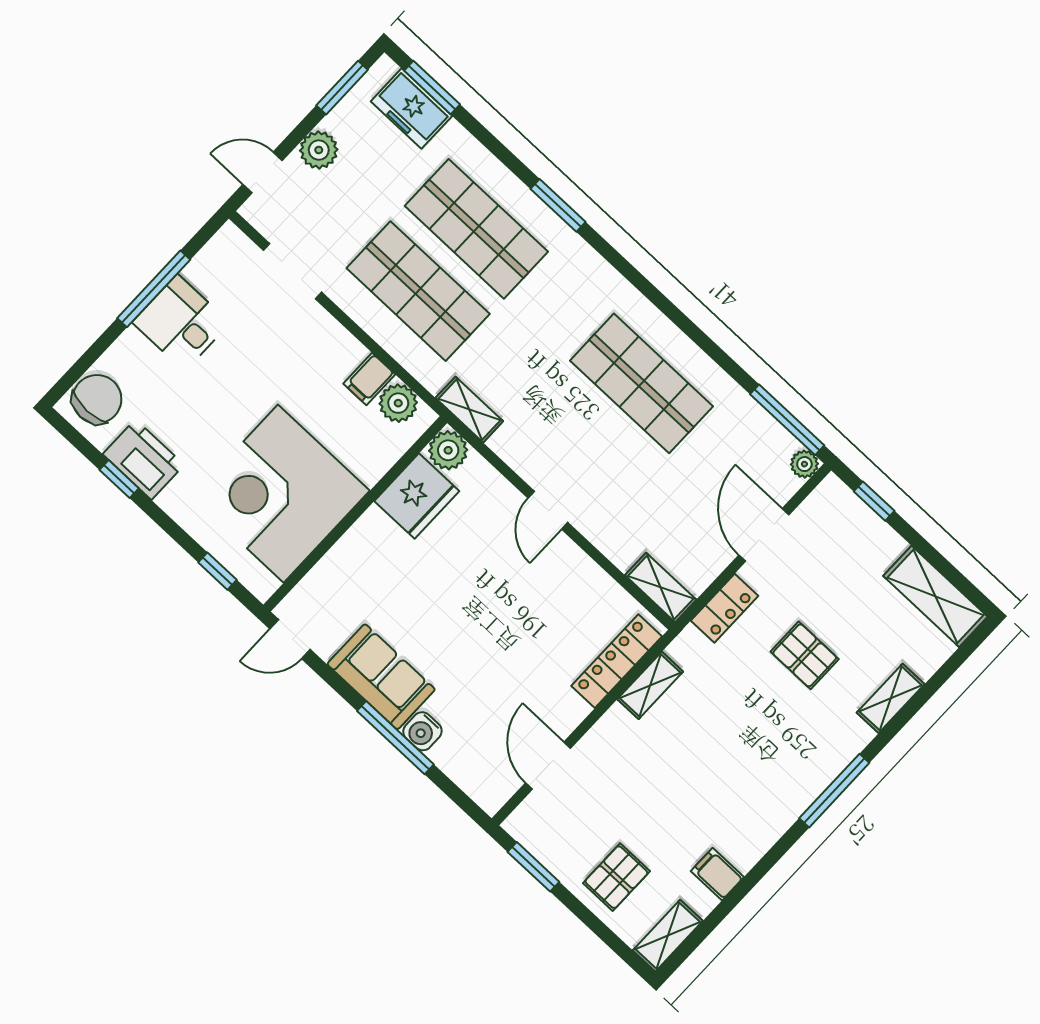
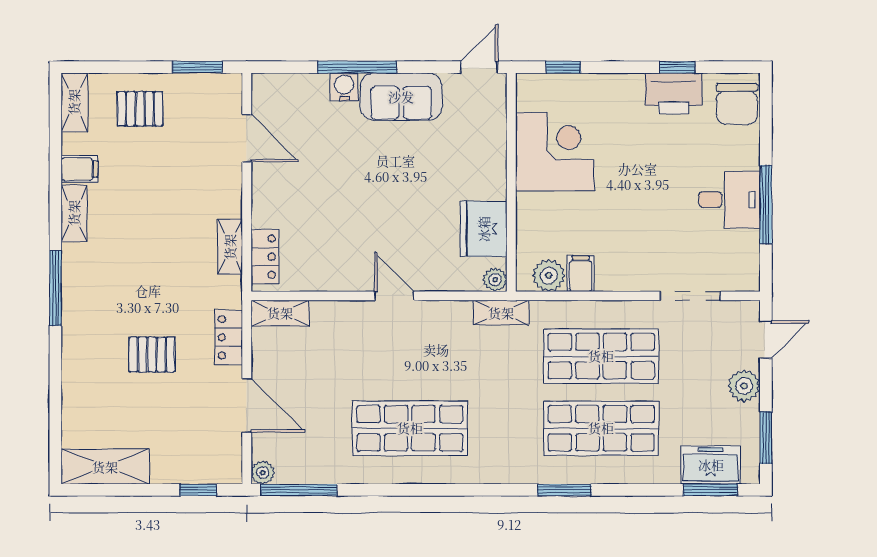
plant: (448, 450) -> (495, 280), width x0.73, depth x0.73
corner desk: (281, 494) -> (555, 152), width x0.74, depth x0.74
locker: (617, 661) -> (265, 257), width x0.66
shelving: (891, 698) -> (74, 213), moved
pallet: (616, 877) -> (140, 109), turned 90

